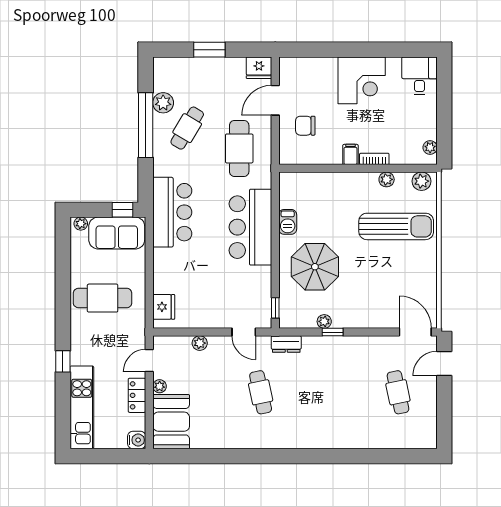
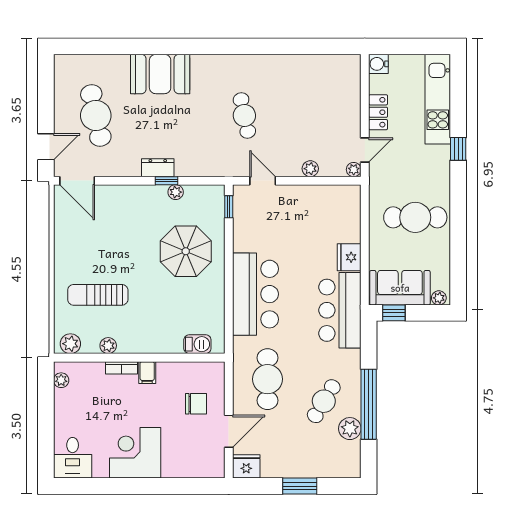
barbecue: (288, 222) -> (197, 344), moved, turned 90
sun lounger: (396, 226) -> (98, 295), width x0.73, depth x0.75
fridge: (164, 307) -> (349, 257), moved
dresser: (286, 344) -> (158, 168), moved
plant: (160, 386) -> (354, 170), moved
cafe table: (398, 392) -> (96, 115), width x1.37, depth x1.35
booth: (171, 422) -> (160, 74), moved, turned 90

